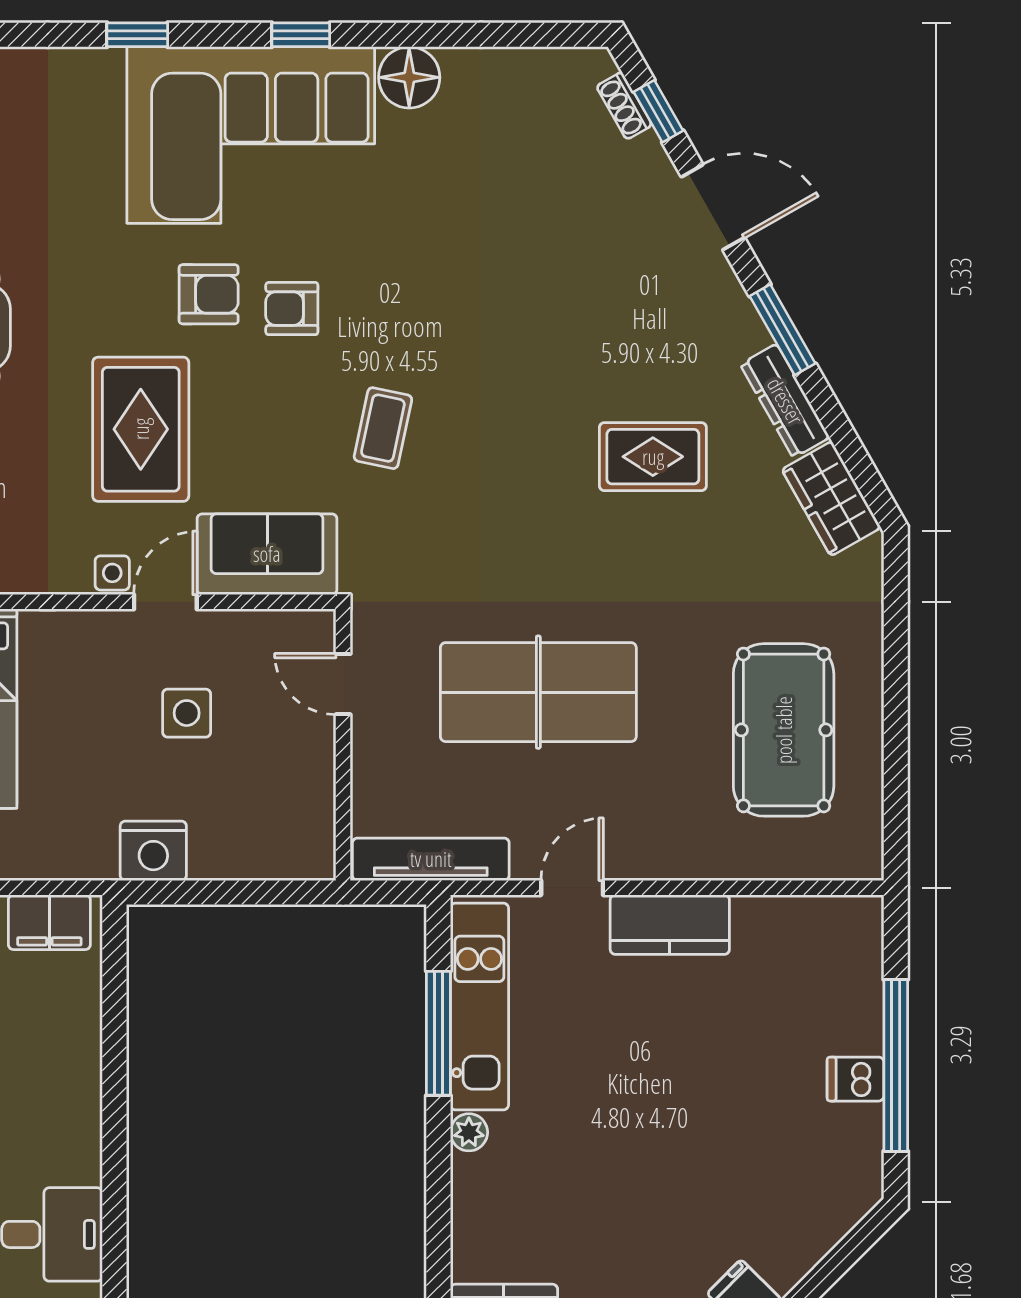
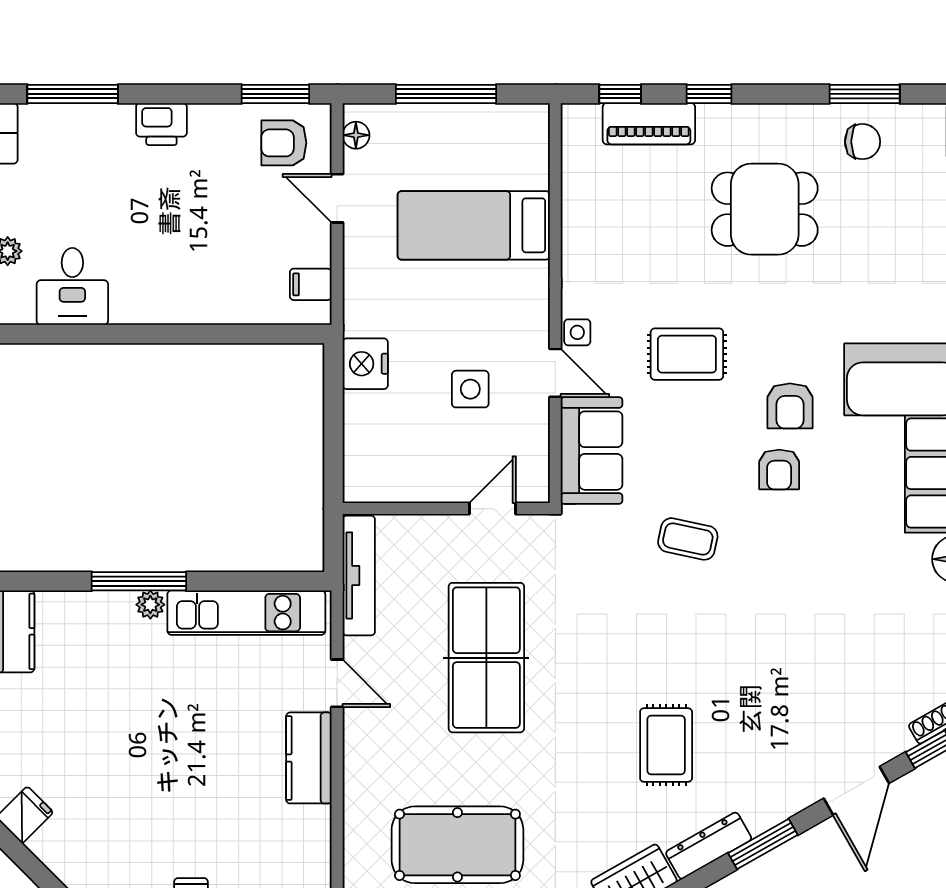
armchair: (292, 309) -> (779, 469), turned 180
rug: (141, 429) -> (687, 354), width x0.73, depth x0.70
filing cabinet: (49, 922) -> (311, 284), width x0.50
window: (438, 1033) -> (139, 581), moved

